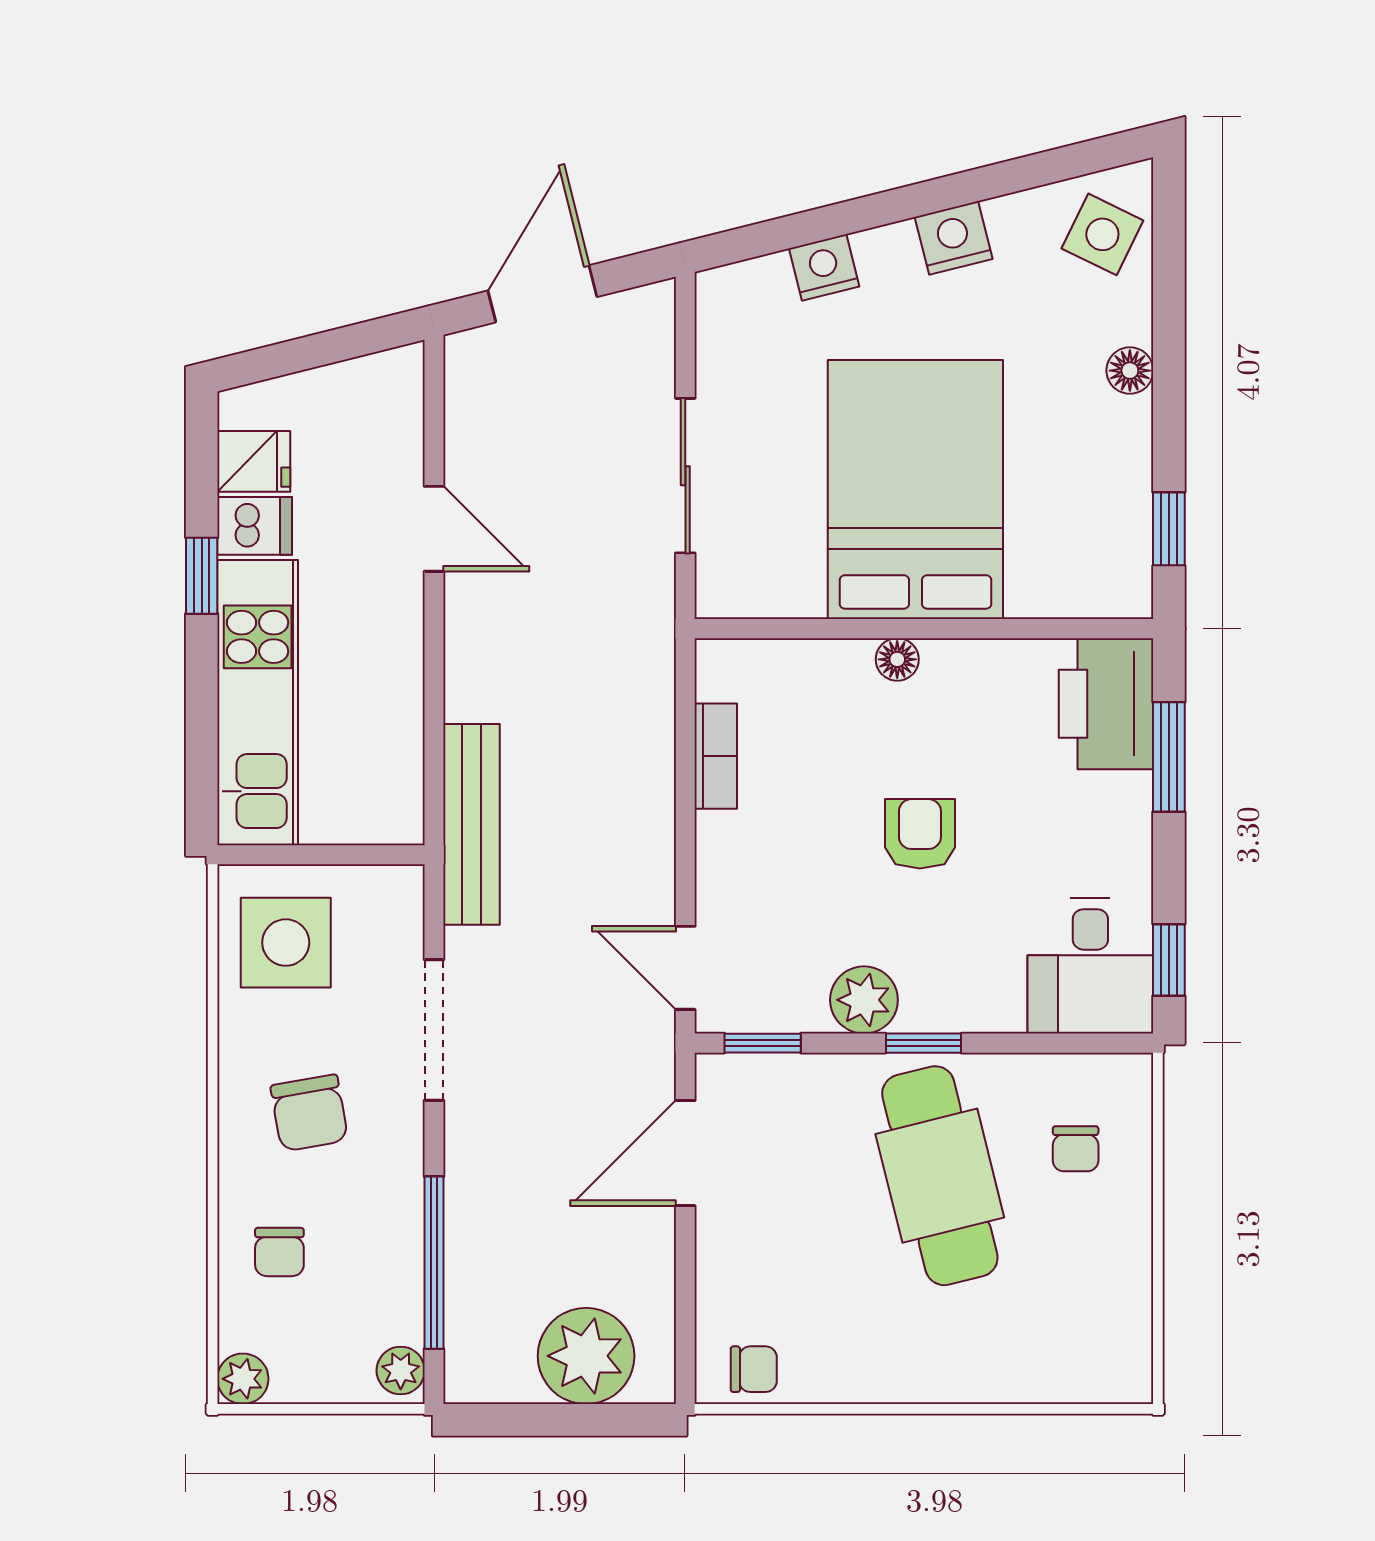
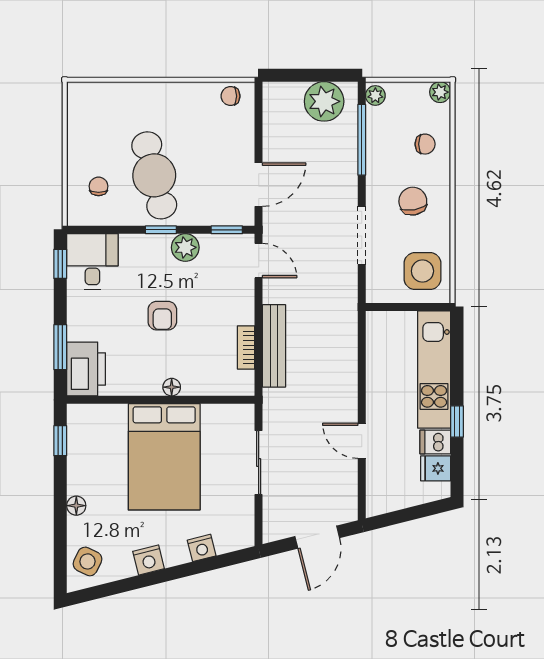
bench: (472, 824) -> (274, 346), moved
chair: (279, 1252) -> (425, 144), turned 90
plant: (586, 1356) -> (324, 101), moved

